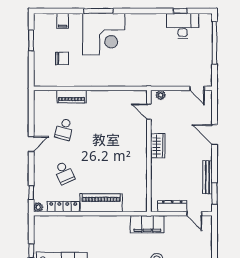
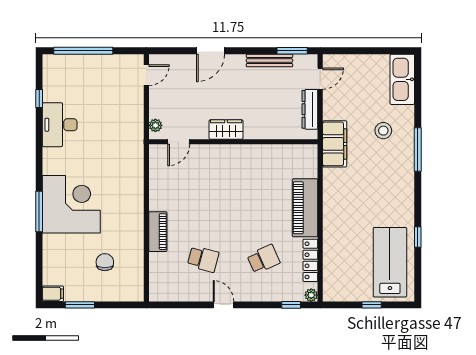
filing cabinet: (63, 21) -> (53, 294), moved
desk: (183, 26) -> (60, 125), moved
piano: (72, 97) -> (158, 232), moved

